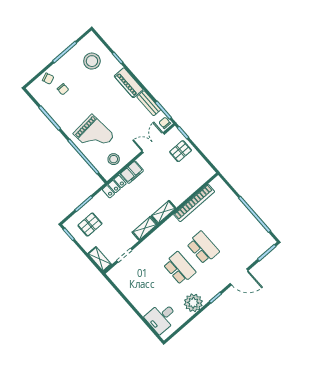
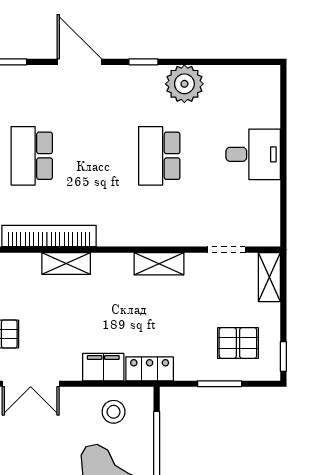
shelving: (164, 212) -> (66, 263), moved
school desk: (203, 248) -> (32, 156), moved
desk: (161, 317) -> (253, 154), moved

